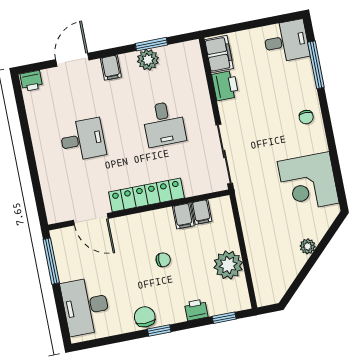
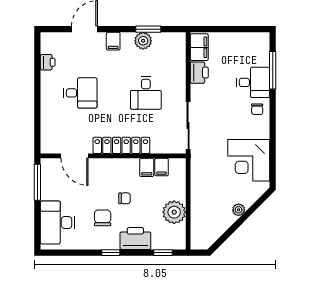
desk: (286, 41) -> (253, 82), moved
printer: (31, 81) -> (48, 62), moved, turned -90
printer: (196, 310) -> (135, 238), width x1.87, depth x1.48
chair: (145, 317) -> (103, 218), moved

